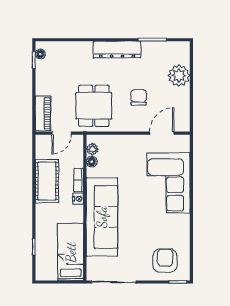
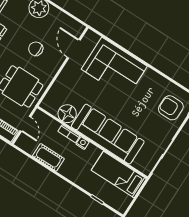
plant: (92, 149) -> (52, 108), removed
floor lamp: (92, 162) -> (67, 114), width x1.89, depth x1.89
cot: (47, 181) -> (48, 157), width x0.73, depth x0.75

